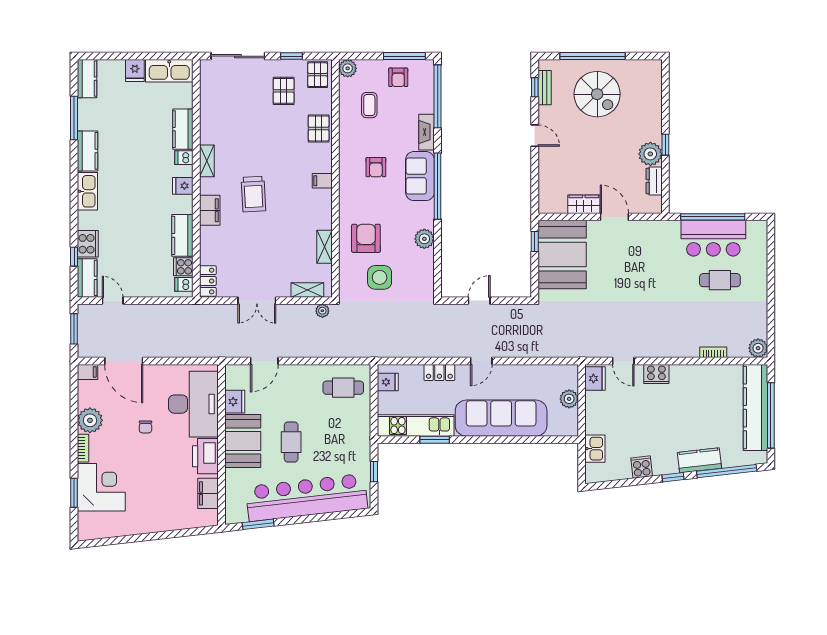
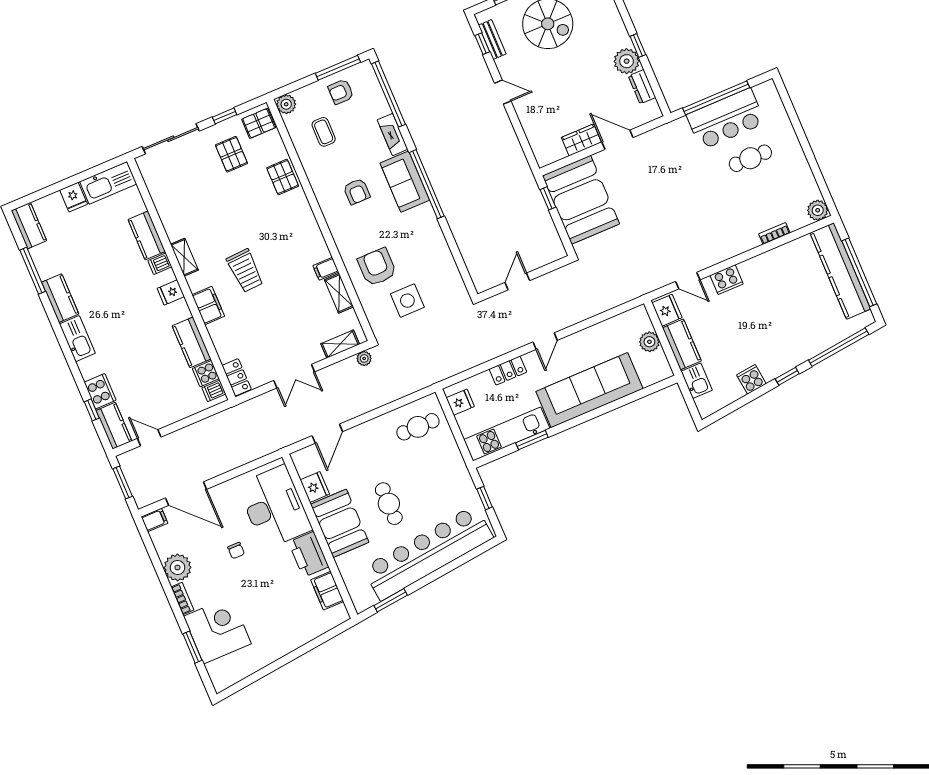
pallet: (318, 75) -> (259, 123), turned 90
armchair: (398, 77) -> (341, 92), turned 90
filing cabinet: (322, 181) -> (326, 269), moved
plant: (424, 239) -> (436, 243), removed
kitchen counter: (699, 460) -> (682, 344), moved, turned 96

